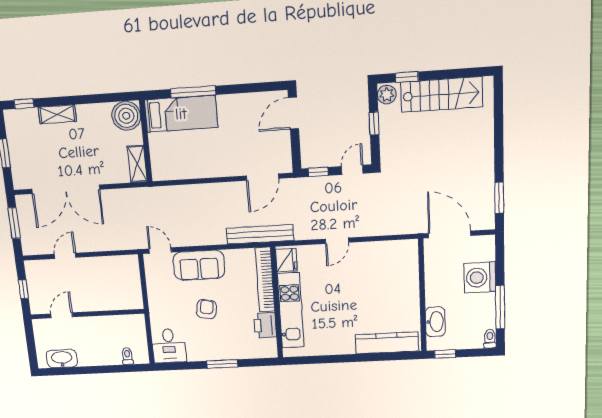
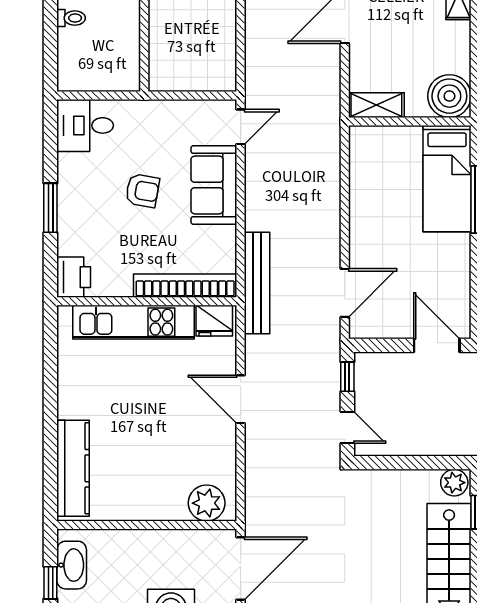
window: (374, 123) -> (414, 463), removed
door: (262, 177) -> (345, 293), swing flipped
door: (337, 241) -> (241, 399), width x1.38
plant: (406, 259) -> (207, 503), added
washbasin: (435, 322) -> (72, 565), moved, turned -90
printer: (265, 325) -> (74, 277), moved, turned 90
window: (445, 354) -> (50, 583), moved
toilet: (127, 356) -> (71, 18), moved

